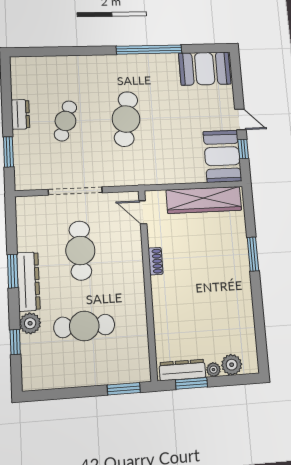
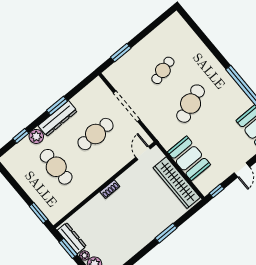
dresser: (20, 114) -> (147, 43), removed
cafe table: (126, 119) -> (191, 104), turned -30
cafe table: (65, 121) -> (163, 70), turned -33
window: (243, 149) -> (217, 191), moved
booth: (222, 156) -> (189, 158), moved, turned 90
shoe rack: (155, 261) -> (110, 189), moved

